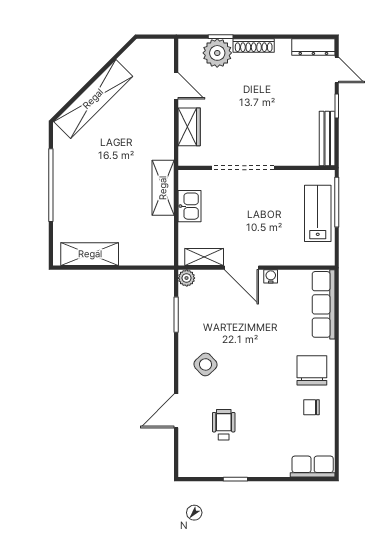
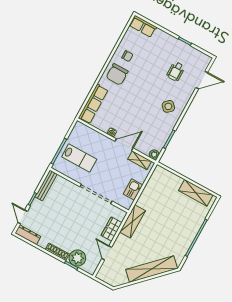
shelving: (163, 188) -> (133, 221), moved
lab bench: (318, 213) -> (79, 158), moved, turned -90
door: (242, 268) -> (124, 145), hinge flipped
door: (176, 411) -> (202, 80), moved

